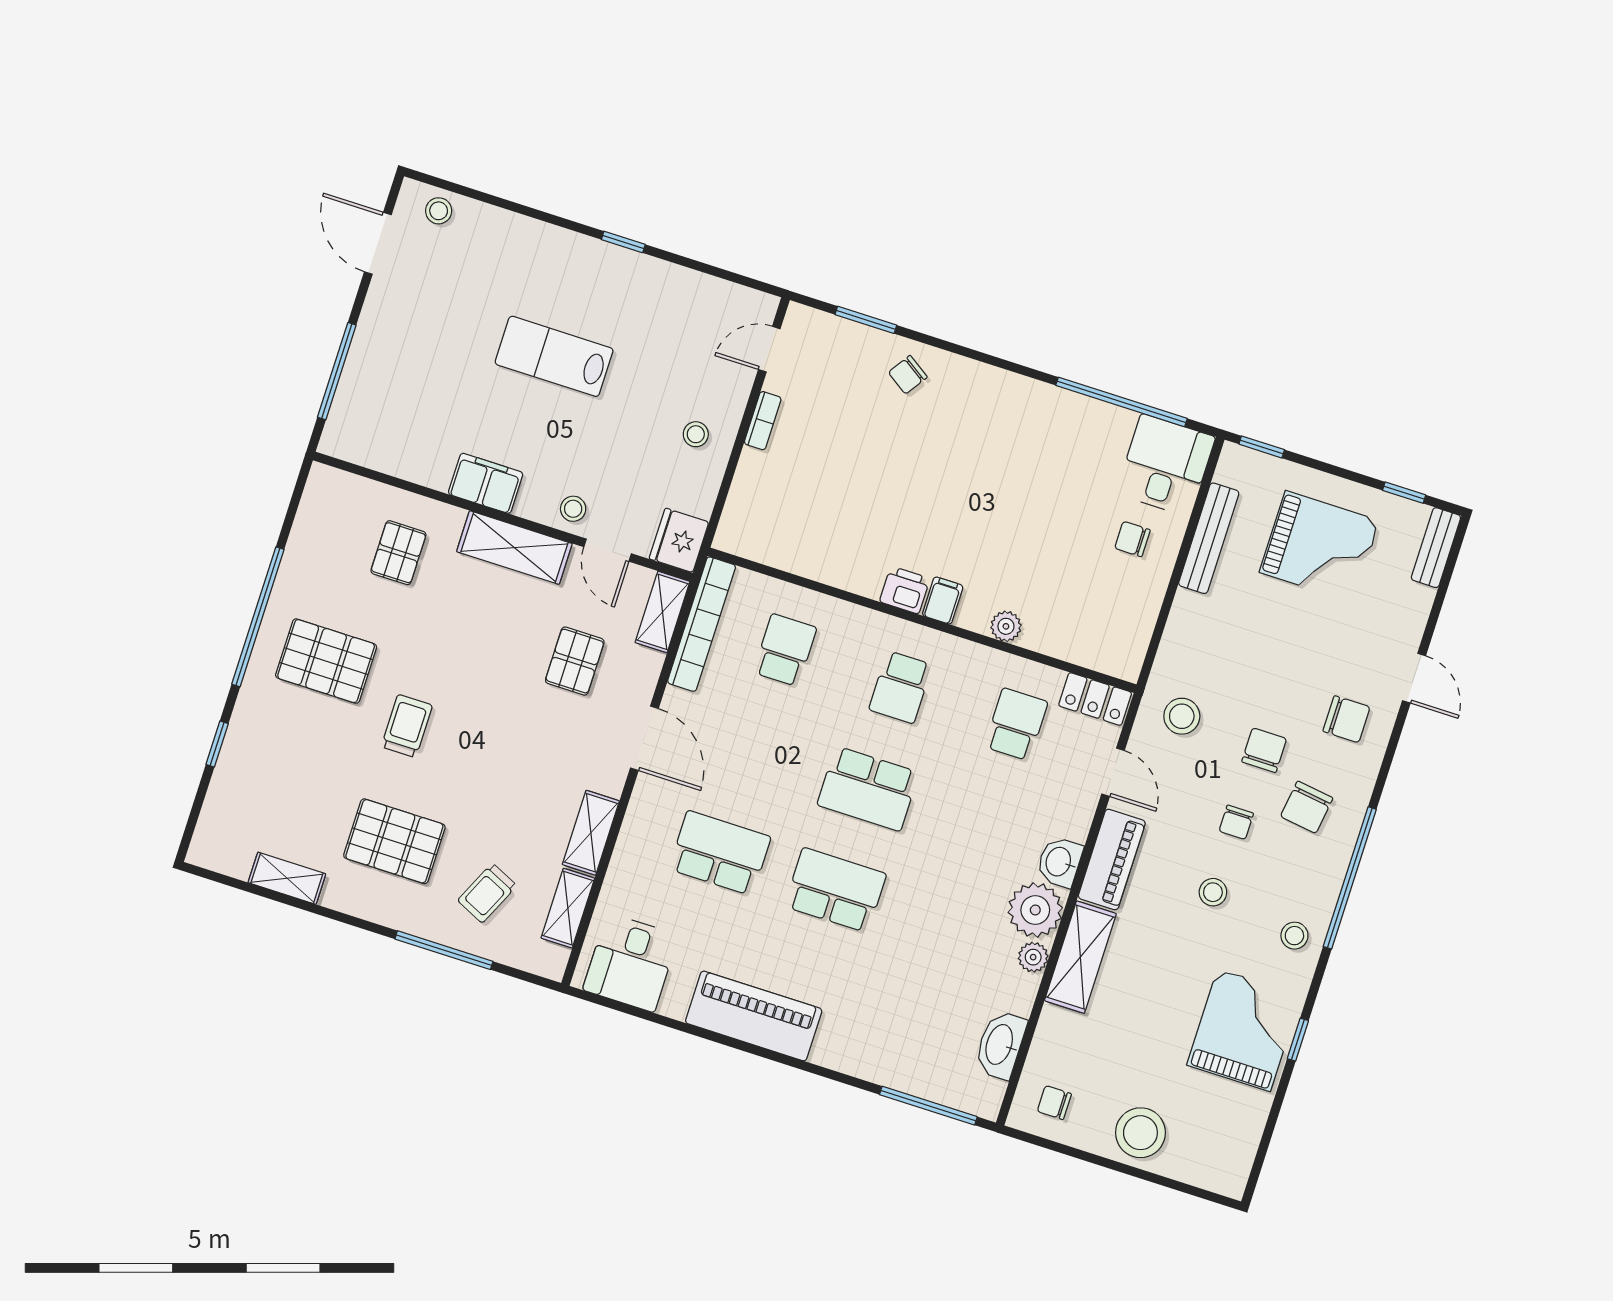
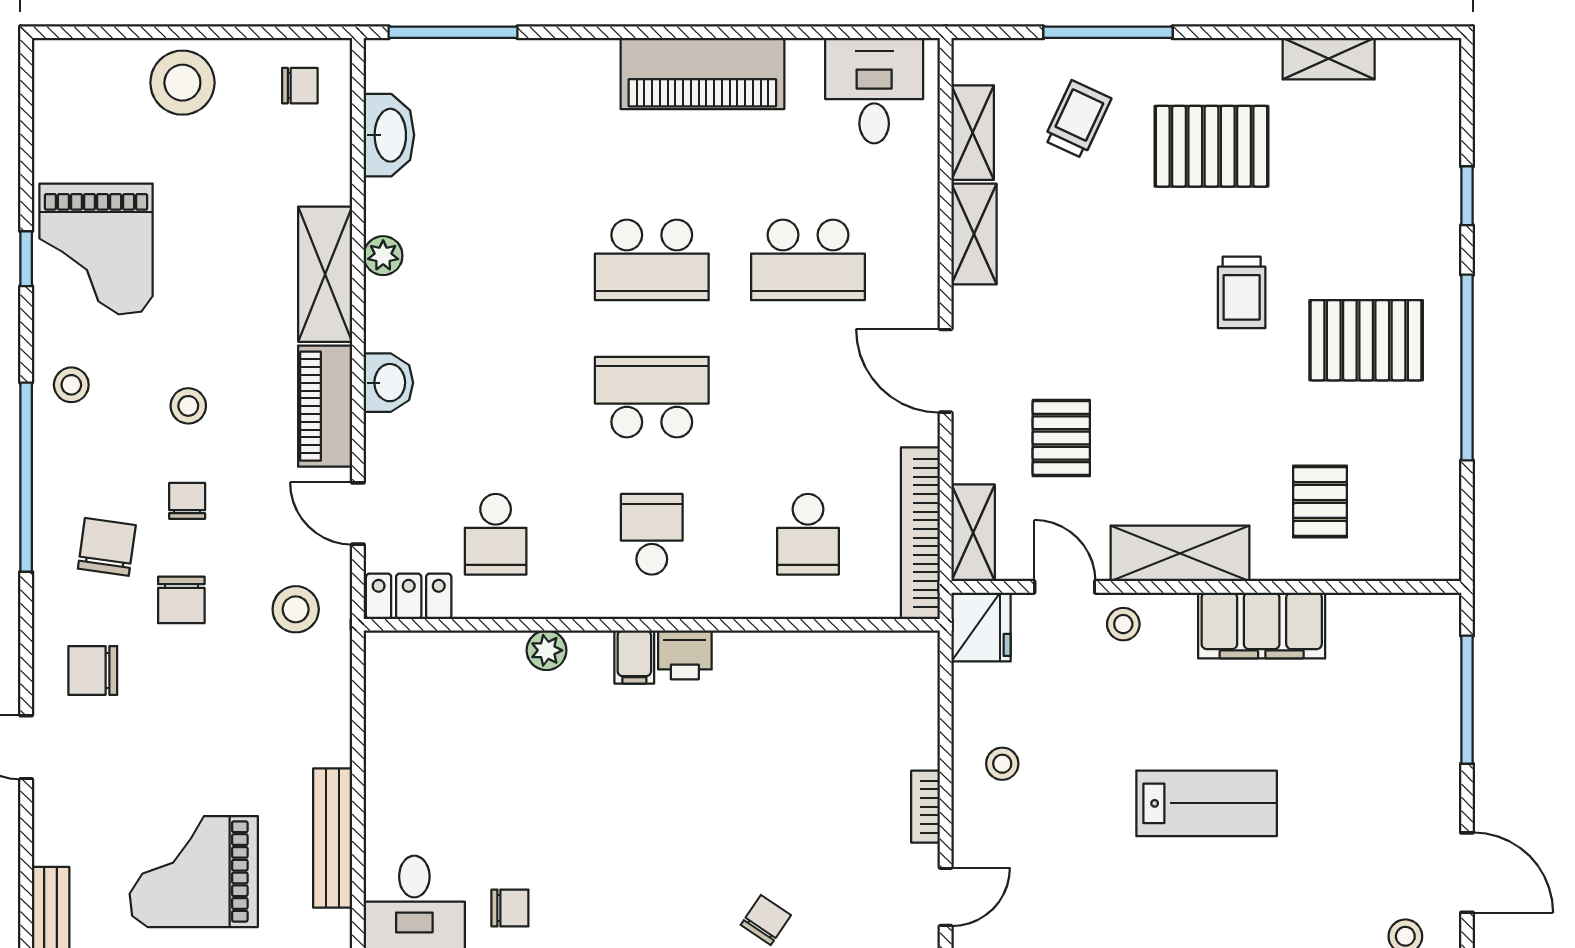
filing cabinet: (486, 483) -> (1262, 625), width x1.50, depth x1.17
chair: (1132, 539) -> (510, 908), moved
plant: (1035, 910) -> (399, 314), removed

